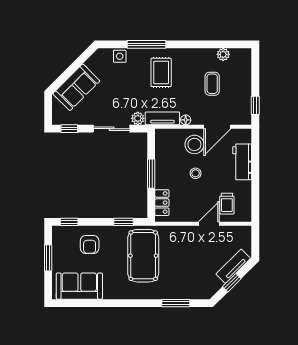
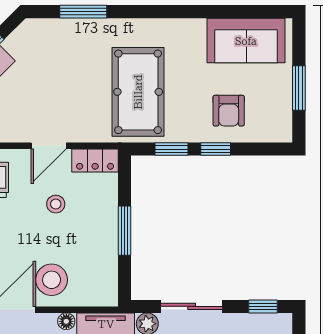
stool: (196, 173) -> (56, 204), moved
locker: (162, 203) -> (95, 160), moved, turned -90
window: (69, 222) -> (216, 149), moved
door: (209, 224) -> (49, 146), moved
armchair: (90, 245) -> (229, 111), turned 180

